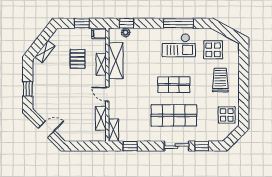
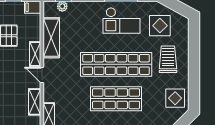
shelving: (101, 64) -> (35, 54), moved
shop shelf: (174, 85) -> (116, 64), width x2.00, depth x1.36

